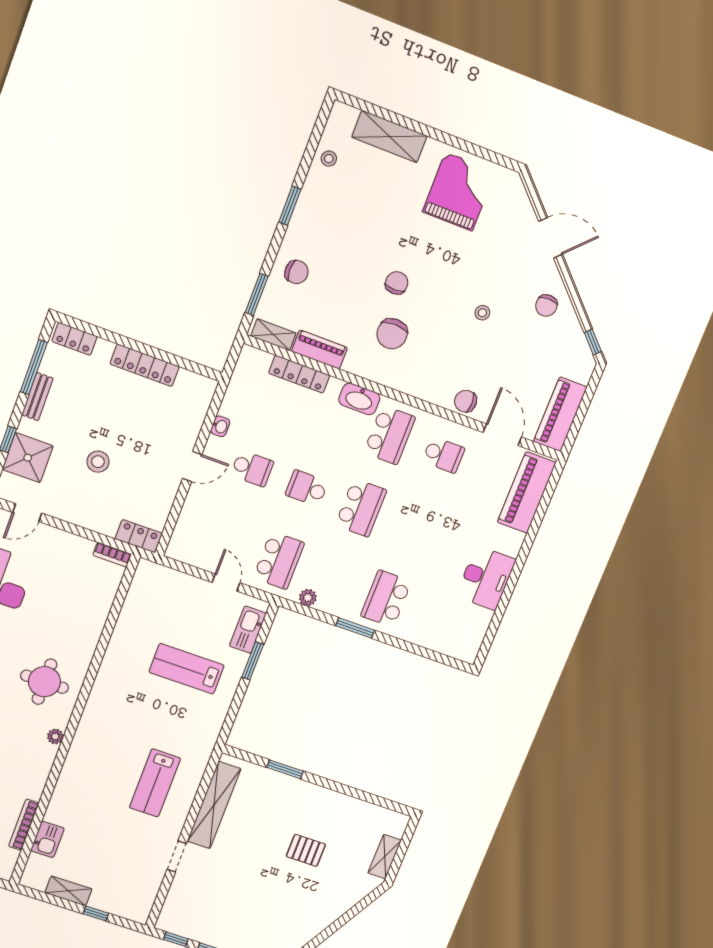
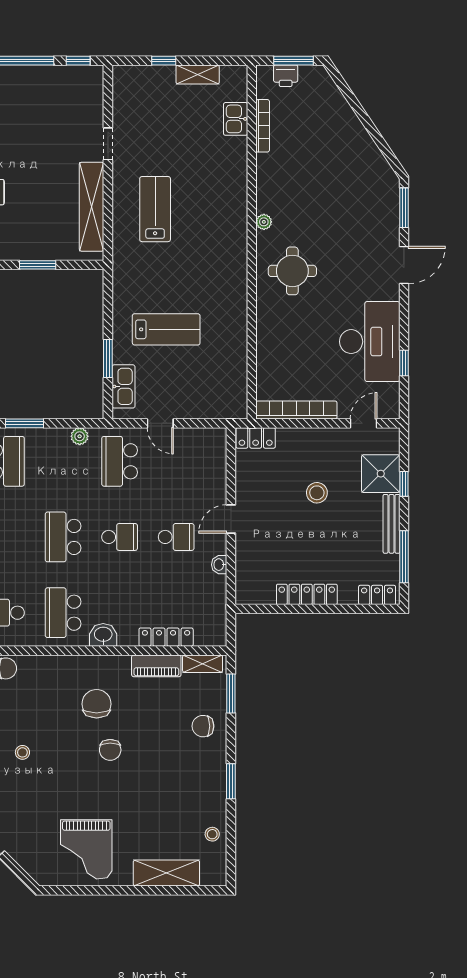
bench: (37, 397) -> (392, 524), width x1.36
washbasin: (359, 399) -> (103, 635), width x0.72
school desk: (252, 468) -> (176, 537), turned 180
bookcase: (112, 555) -> (296, 410), width x2.31, depth x1.31

